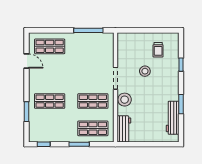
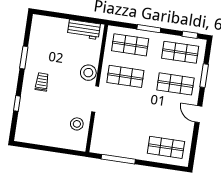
trolley: (158, 50) -> (42, 82), moved
door: (27, 61) -> (198, 114), moved
stool: (145, 71) -> (77, 124), moved
workbench: (173, 118) -> (36, 43), removed
shop shelf: (50, 128) -> (180, 52), added
workbench: (124, 129) -> (84, 30), moved, turned -90

